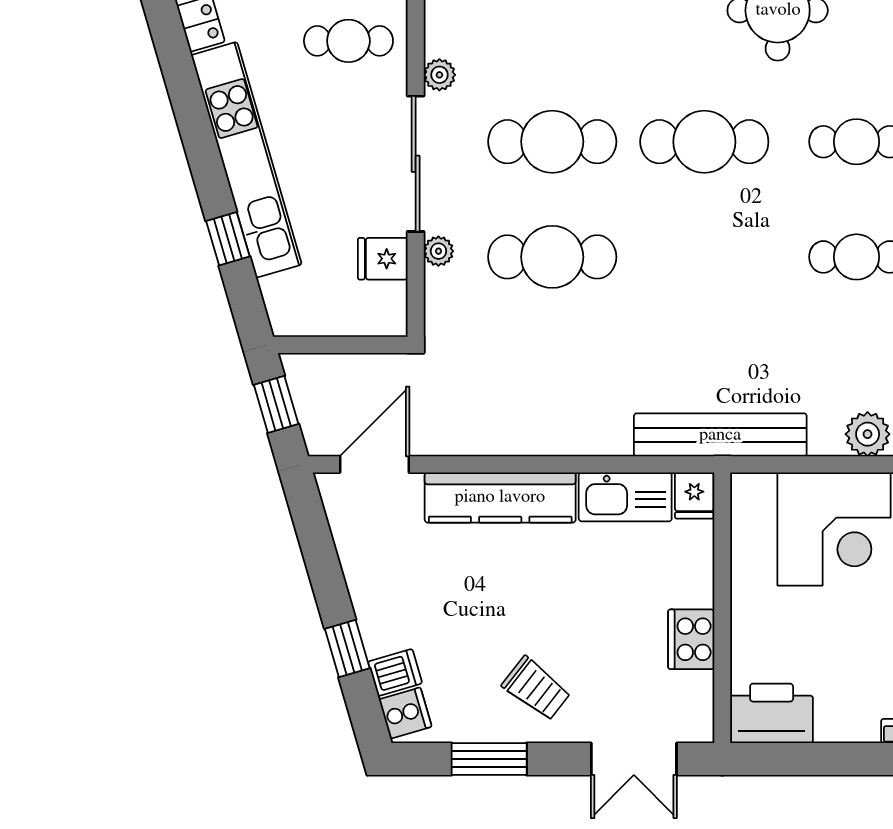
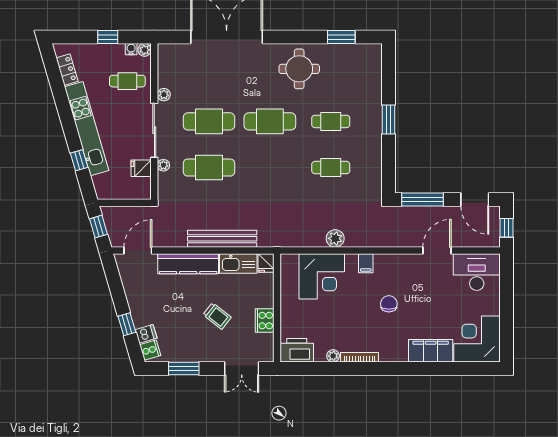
bench: (720, 435) -> (222, 239), moved
trolley: (536, 689) -> (217, 316), moved
plant: (862, 727) -> (333, 356), added

